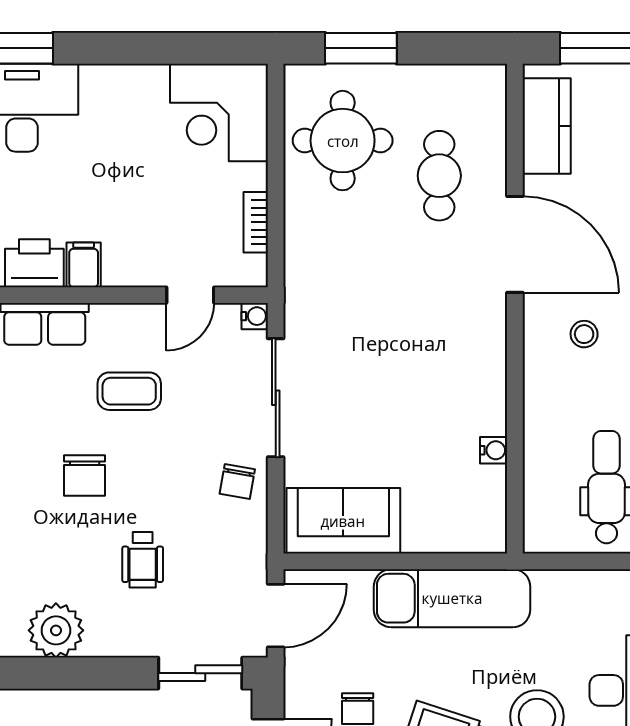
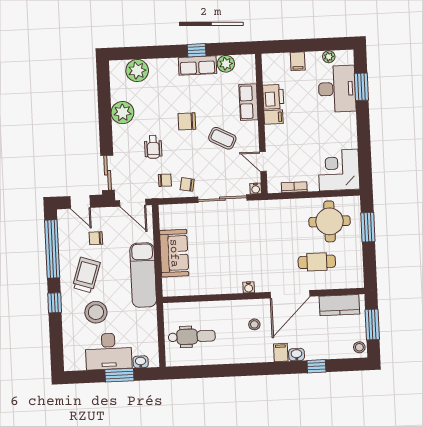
coffee table: (129, 391) -> (222, 138), turned -63
water cooler: (494, 450) -> (249, 287), moved
sofa: (343, 521) -> (174, 253), moved
chair: (225, 535) -> (165, 180), added
wheelchair: (143, 560) -> (153, 147), turned -90

